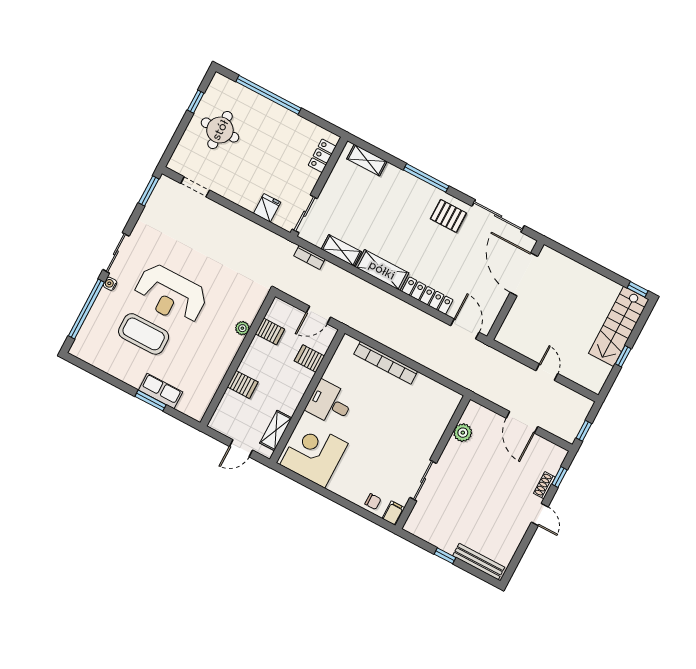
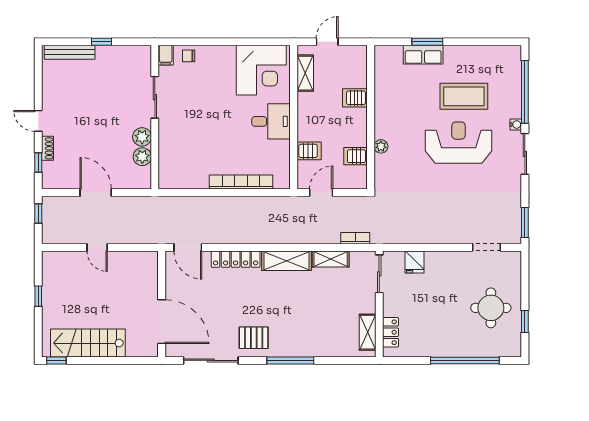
shelving: (367, 160) -> (368, 332), moved, turned 90
stairs: (619, 326) -> (88, 343), moved, turned -90
plant: (454, 451) -> (142, 137), added

